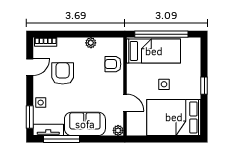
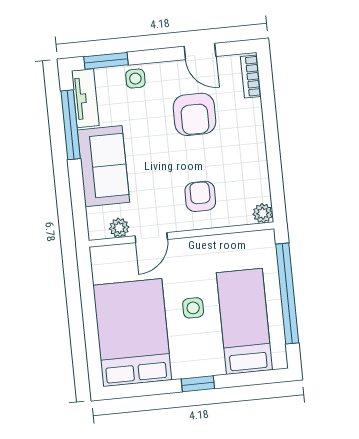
plant: (91, 43) -> (263, 213), moved
bed: (154, 51) -> (244, 321), moved, turned 180
armchair: (113, 64) -> (200, 196), moved
armchair: (63, 73) -> (194, 114), turned 90
plant: (118, 130) -> (119, 228), moved

